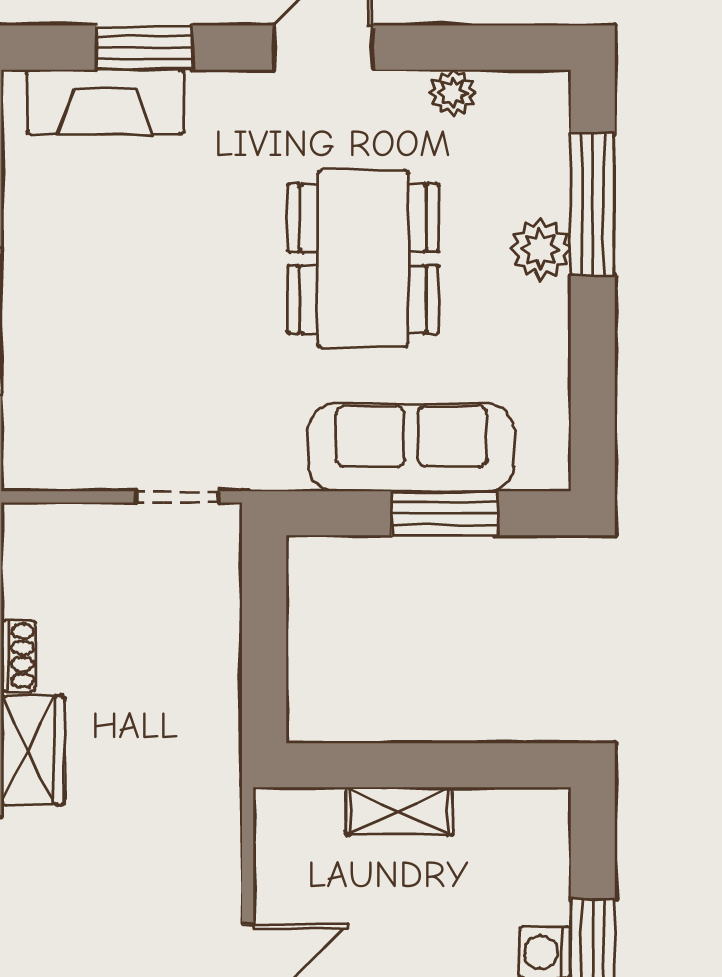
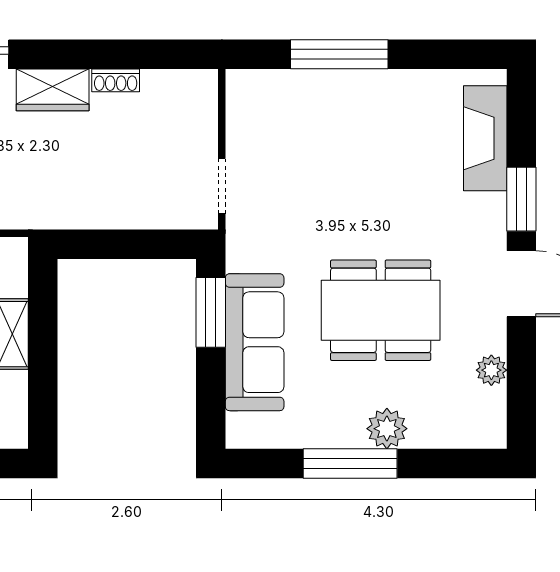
window: (144, 48) -> (521, 199), moved
window: (593, 204) -> (350, 463), moved
window: (444, 513) -> (211, 312), moved

